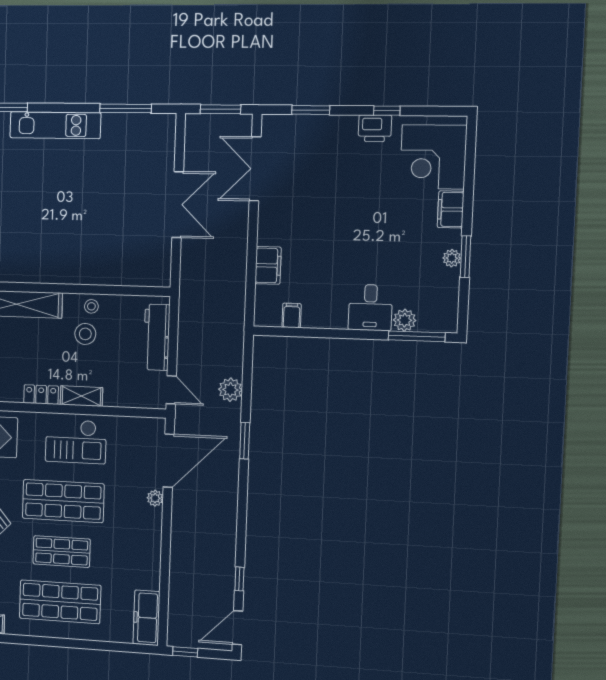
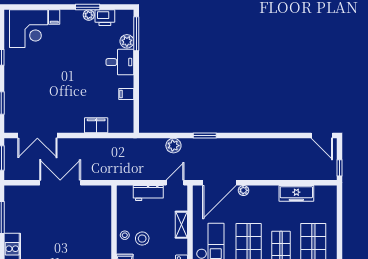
printer: (375, 128) -> (105, 18), moved, turned 90
filing cabinet: (451, 209) -> (54, 17), width x0.50
filing cabinet: (292, 315) -> (126, 94), moved
workbench: (157, 337) -> (148, 193), width x0.73
shelving: (81, 396) -> (181, 225), moved
door: (169, 461) -> (219, 183), swing flipped
window: (239, 579) -> (291, 135), removed
freezer: (146, 618) -> (296, 193), moved

